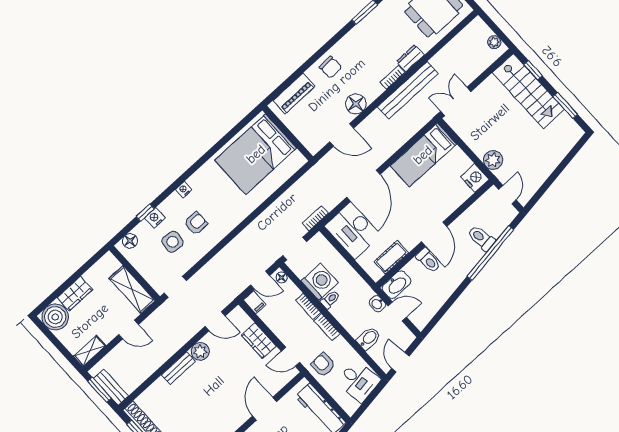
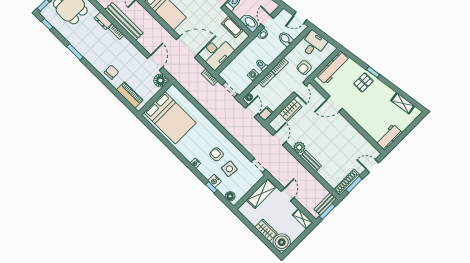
floor lamp: (356, 104) -> (160, 80), moved
washing machine: (320, 282) -> (253, 75), width x0.53, depth x0.53

